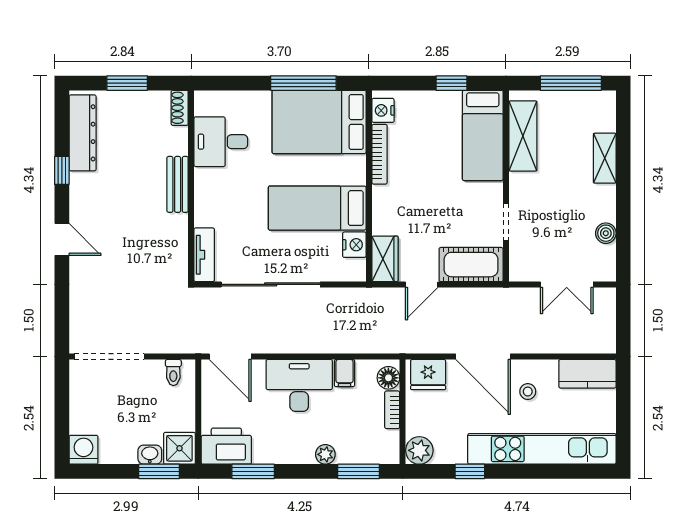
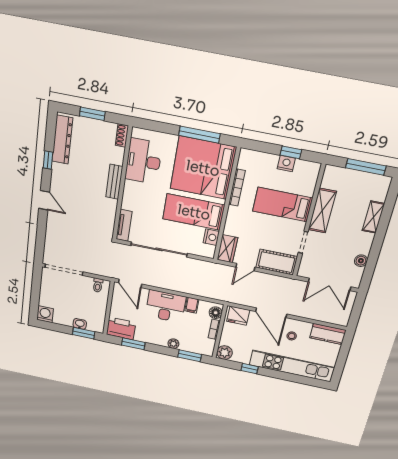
nightstand: (383, 110) -> (286, 164), moved, turned 90
bed: (319, 122) -> (203, 168), width x1.36
bed: (483, 135) -> (282, 205), moved, turned 90
shelving: (523, 136) -> (322, 211), moved
desk: (221, 142) -> (143, 161), width x1.37
double door: (567, 284) -> (330, 284), width x1.37
shower: (179, 448) -> (96, 324), removed

